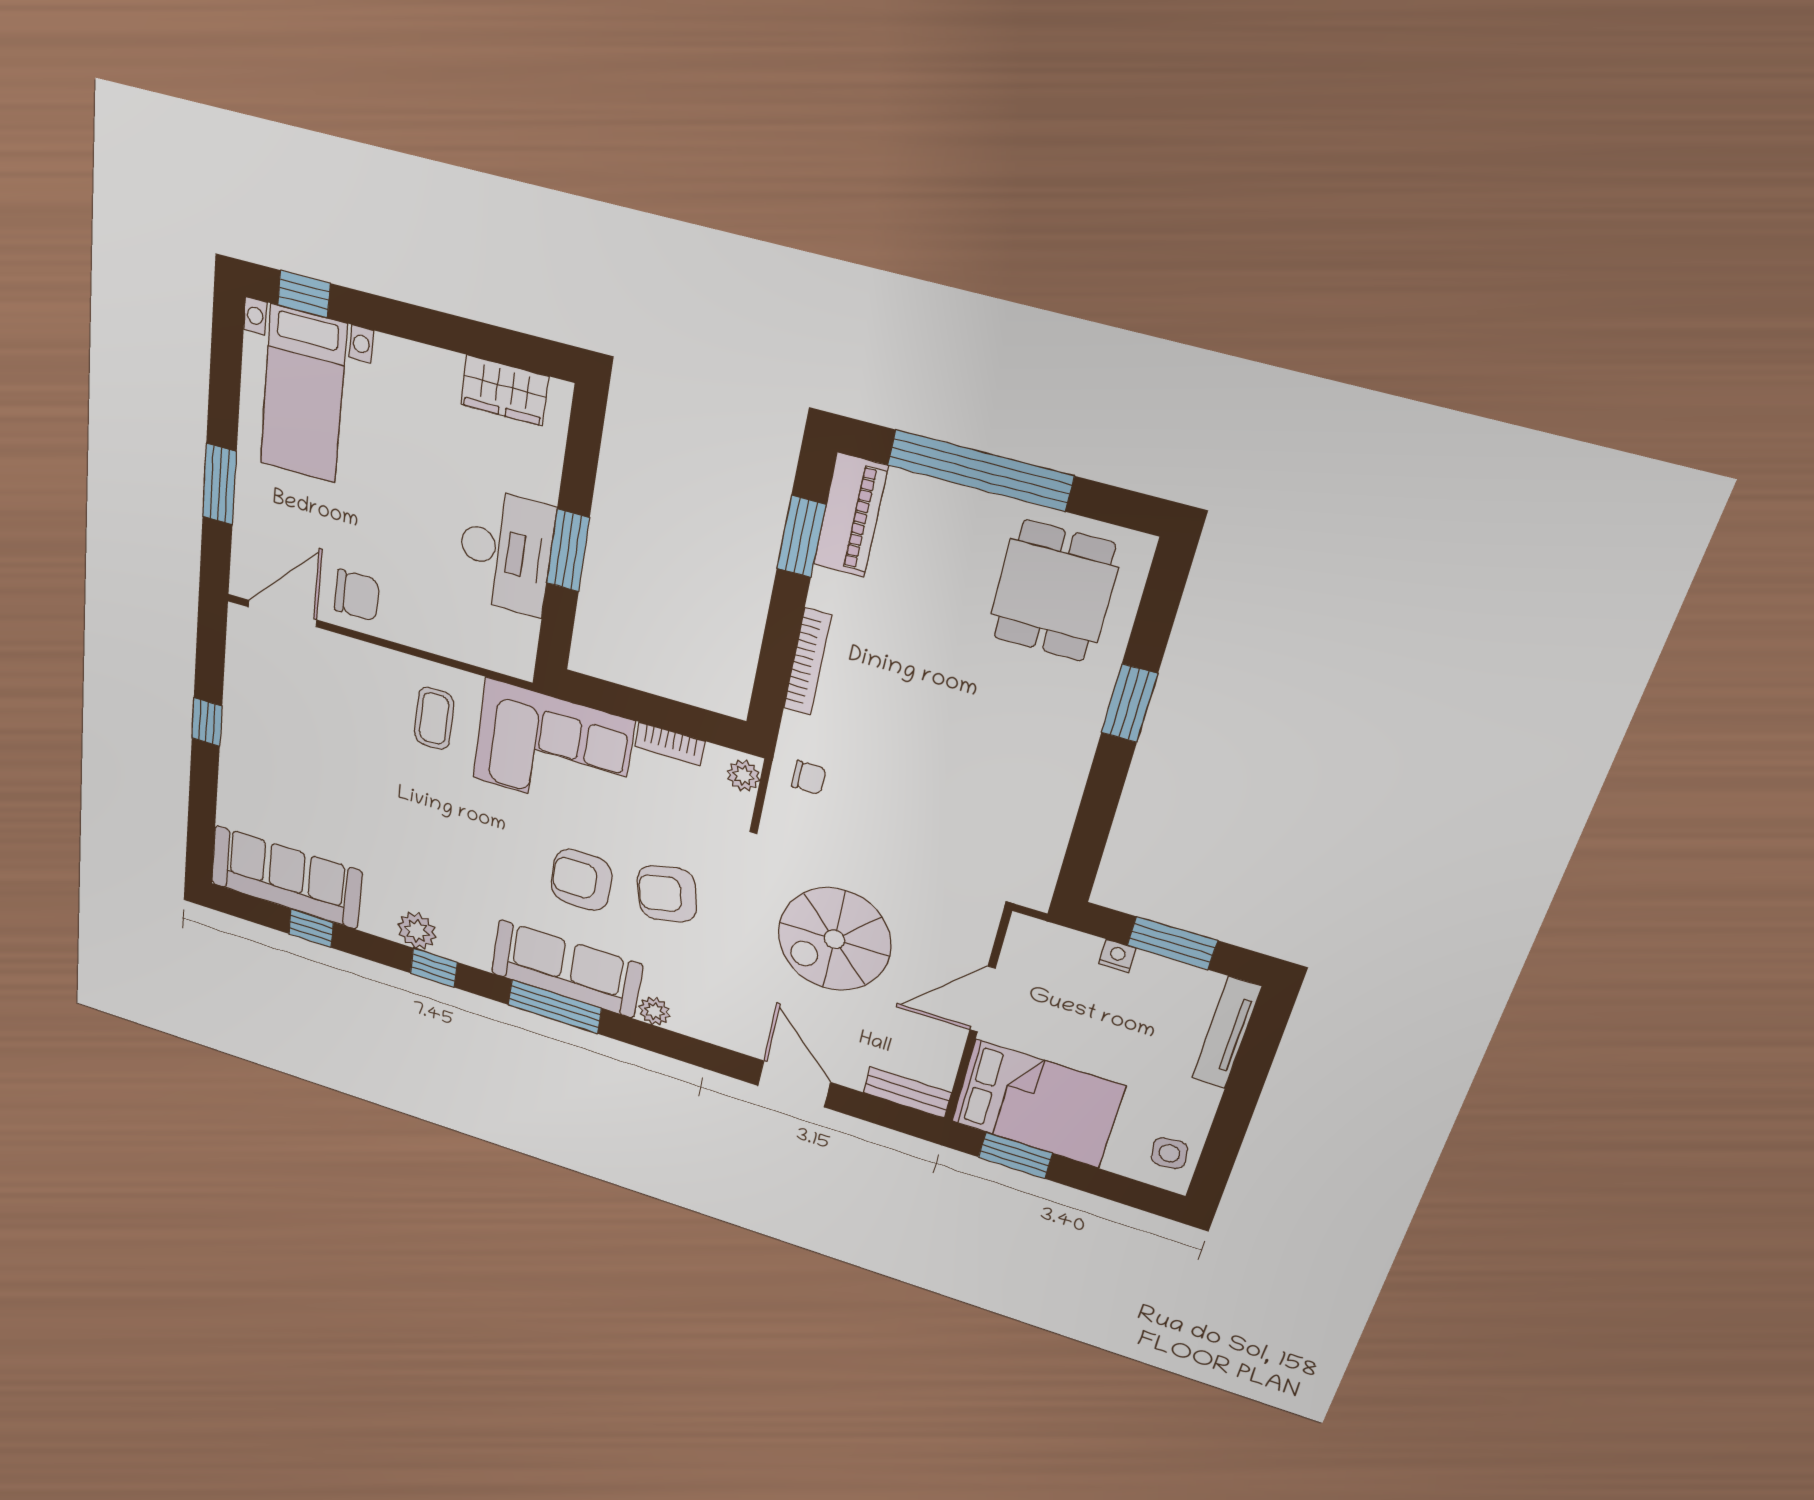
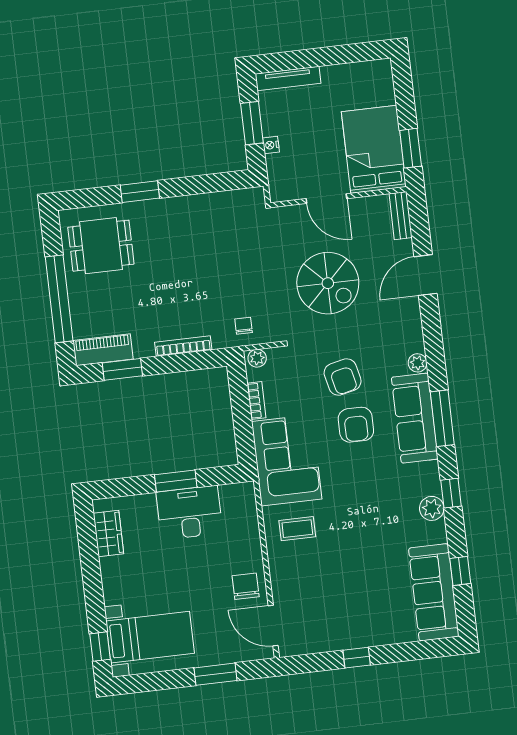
side table: (1169, 1153) -> (370, 76), removed

